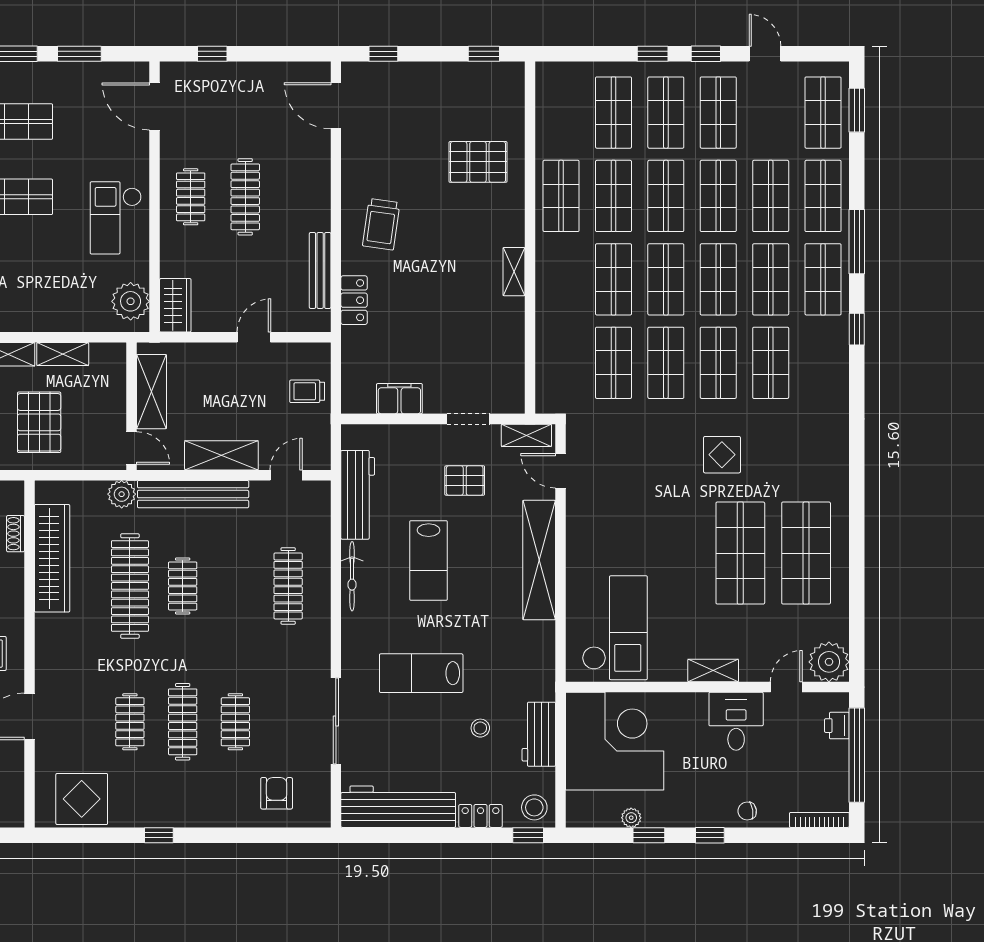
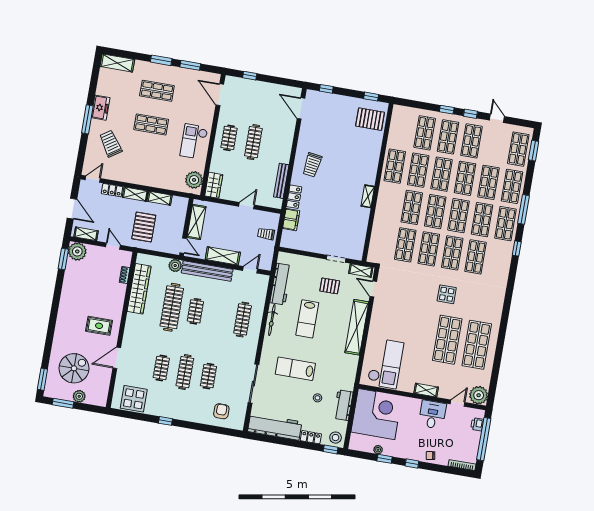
pallet: (478, 162) -> (370, 119), moved
filing cabinet: (399, 399) -> (291, 220), moved, turned 90

